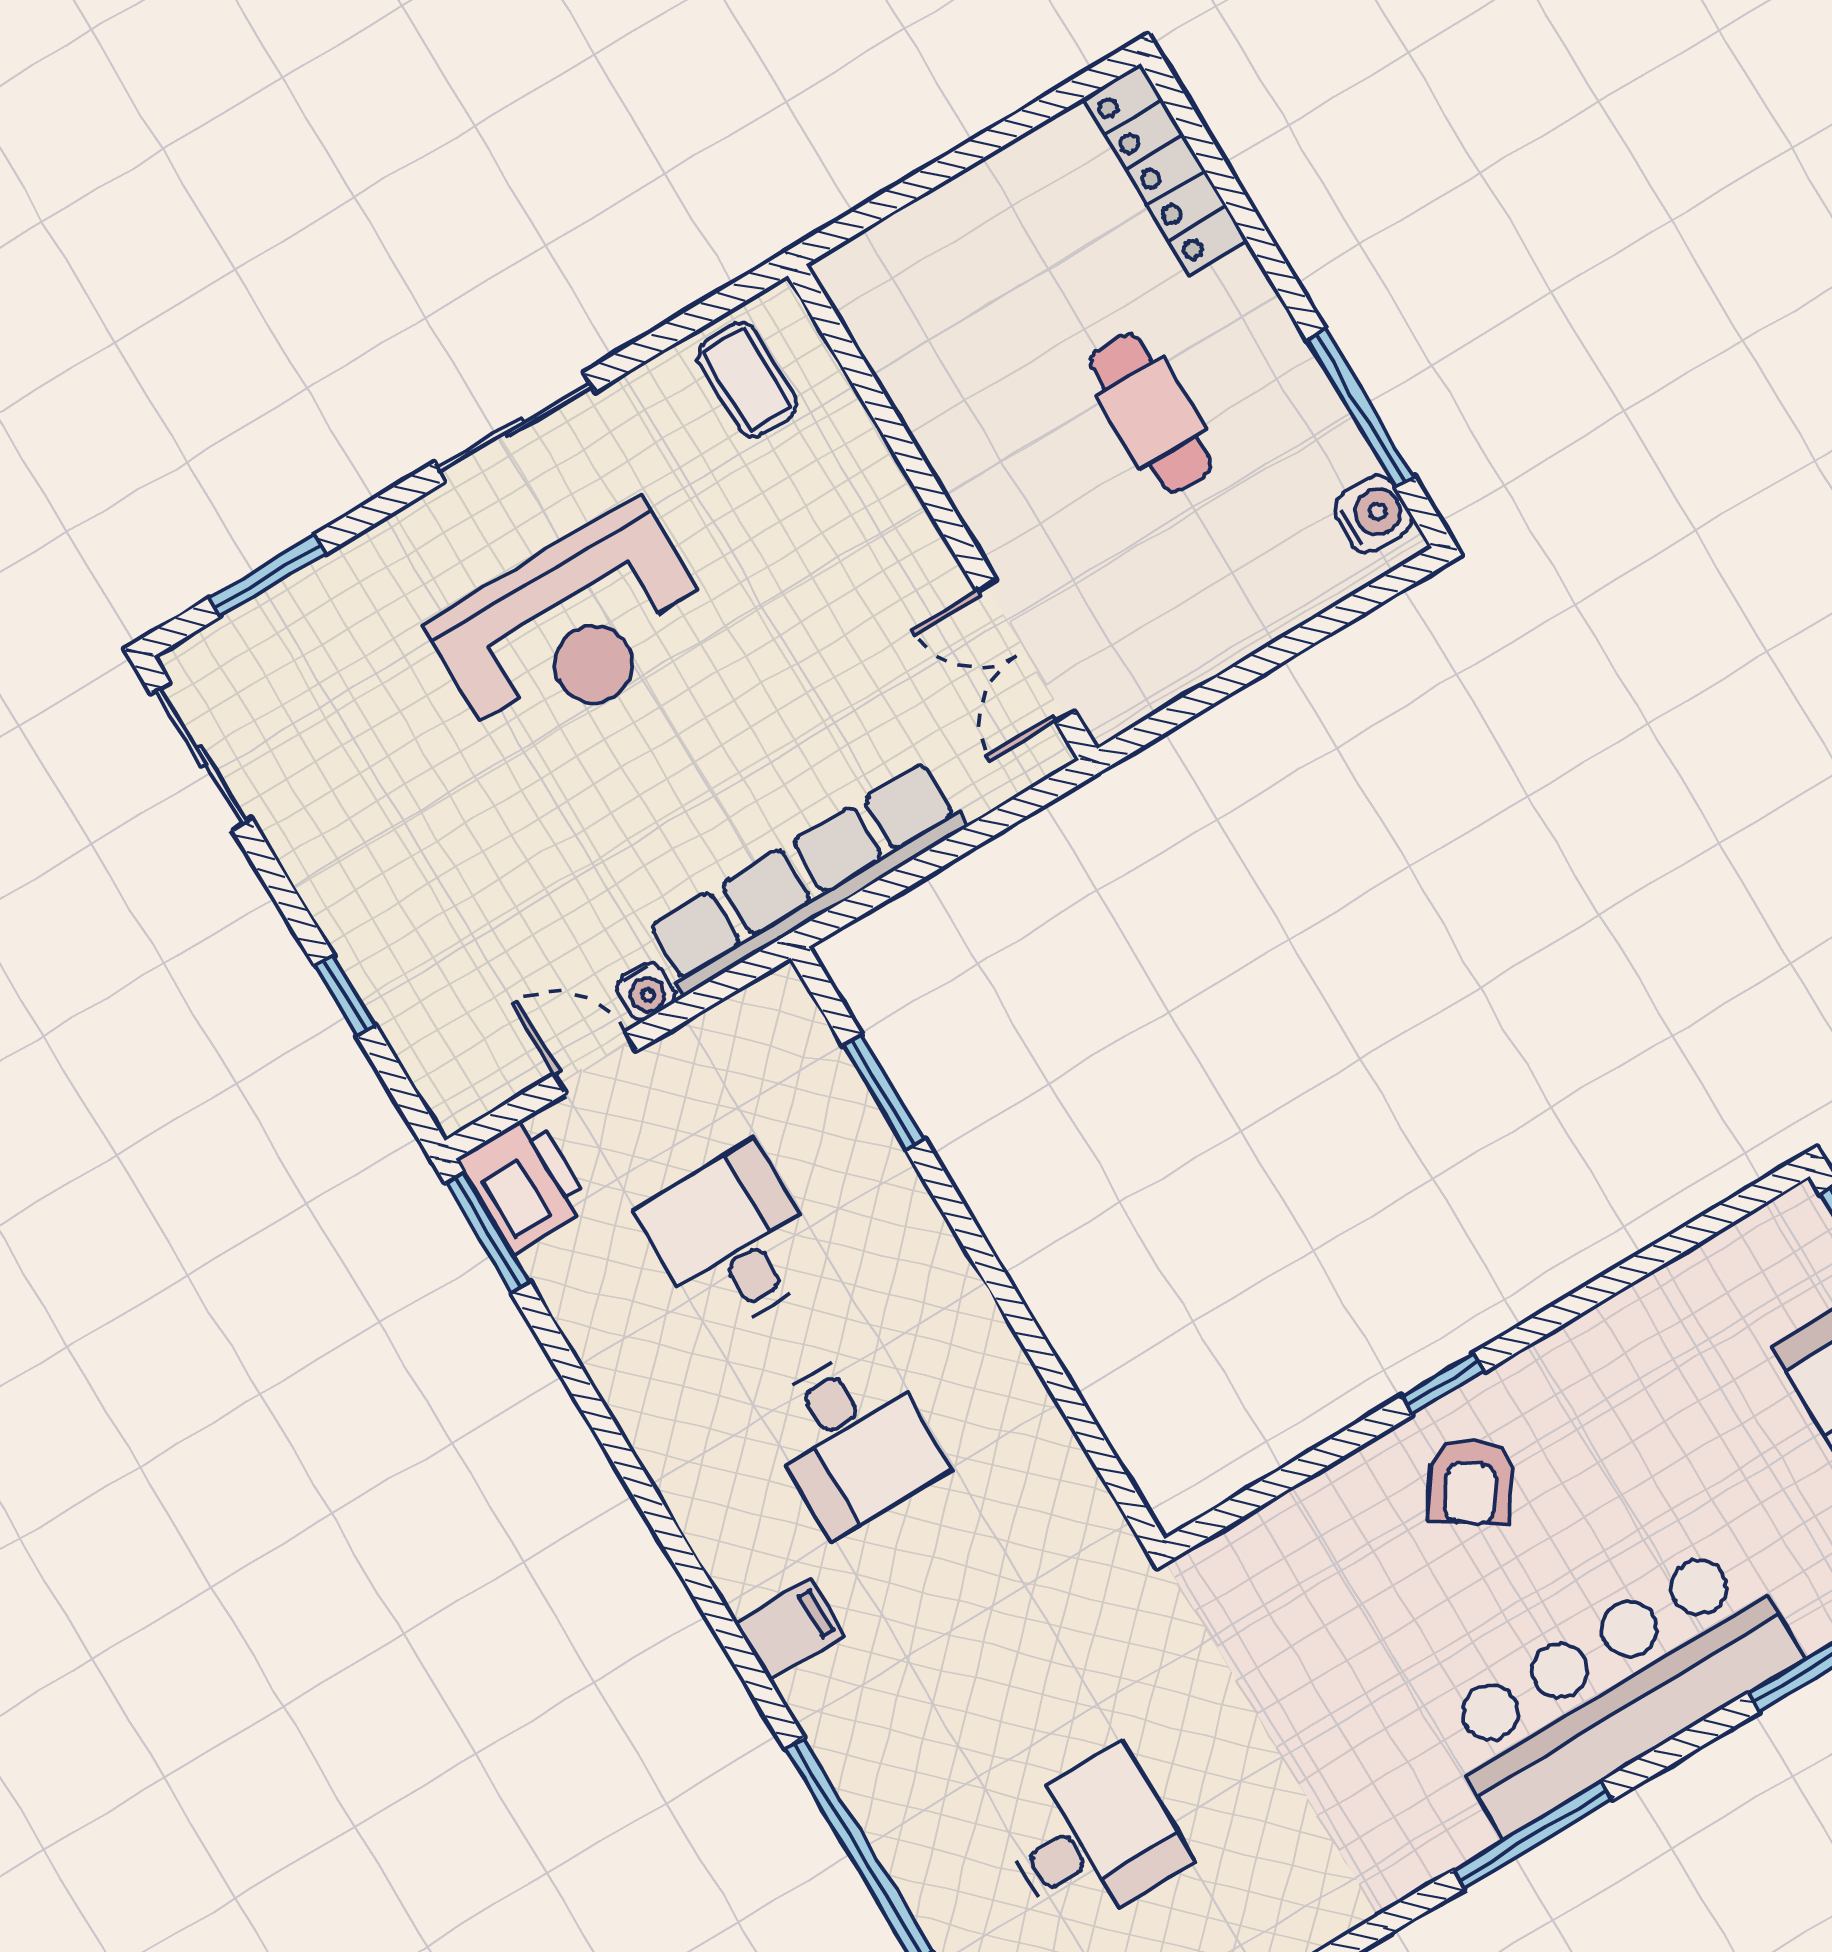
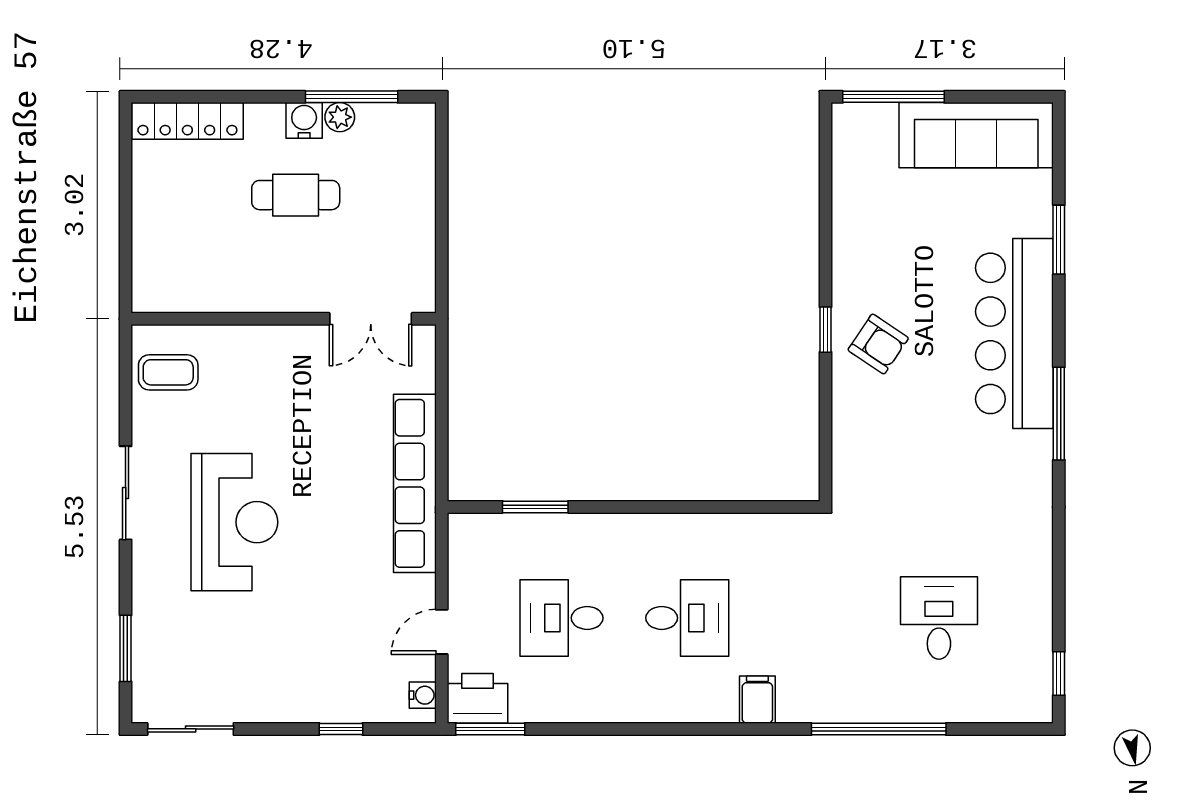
plant: (1317, 409) -> (340, 117), added
water cooler: (1373, 514) -> (304, 120), moved
water cooler: (646, 991) -> (423, 695), moved

